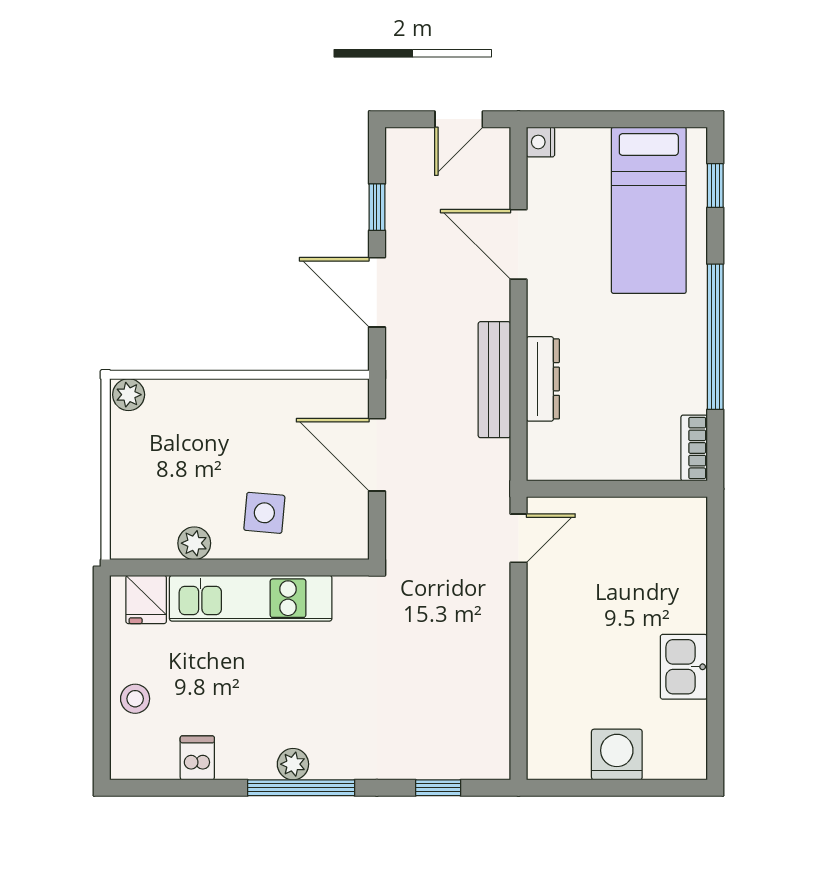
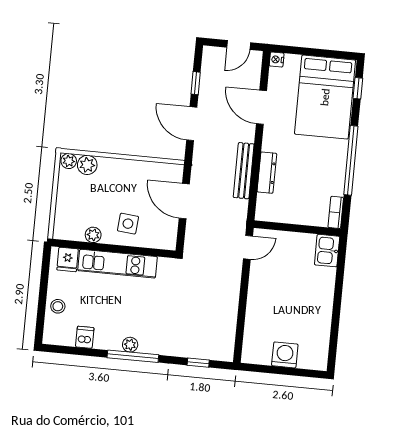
bed: (649, 210) -> (325, 97), width x1.50
plant: (168, 399) -> (87, 165), added
kitchen sink: (684, 667) -> (327, 251), moved

